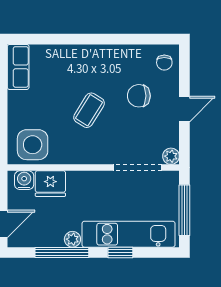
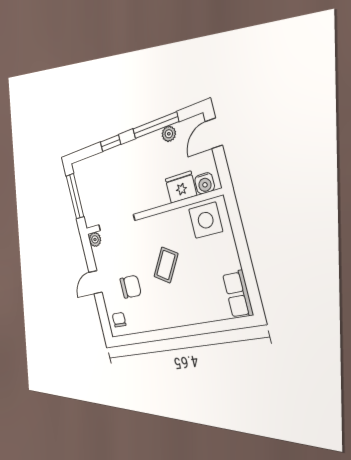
kitchen unit: (129, 234) -> (109, 162), removed
plant: (72, 239) -> (169, 134), moved

